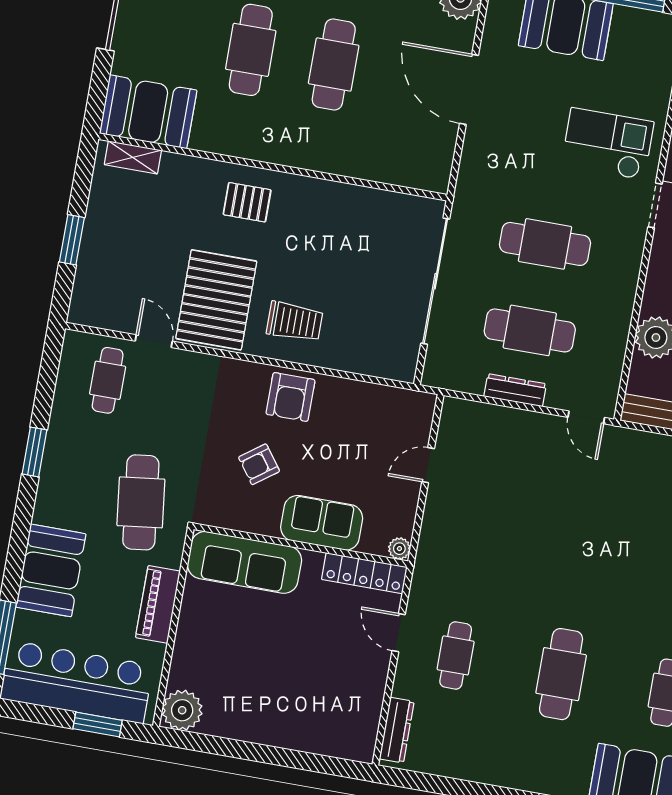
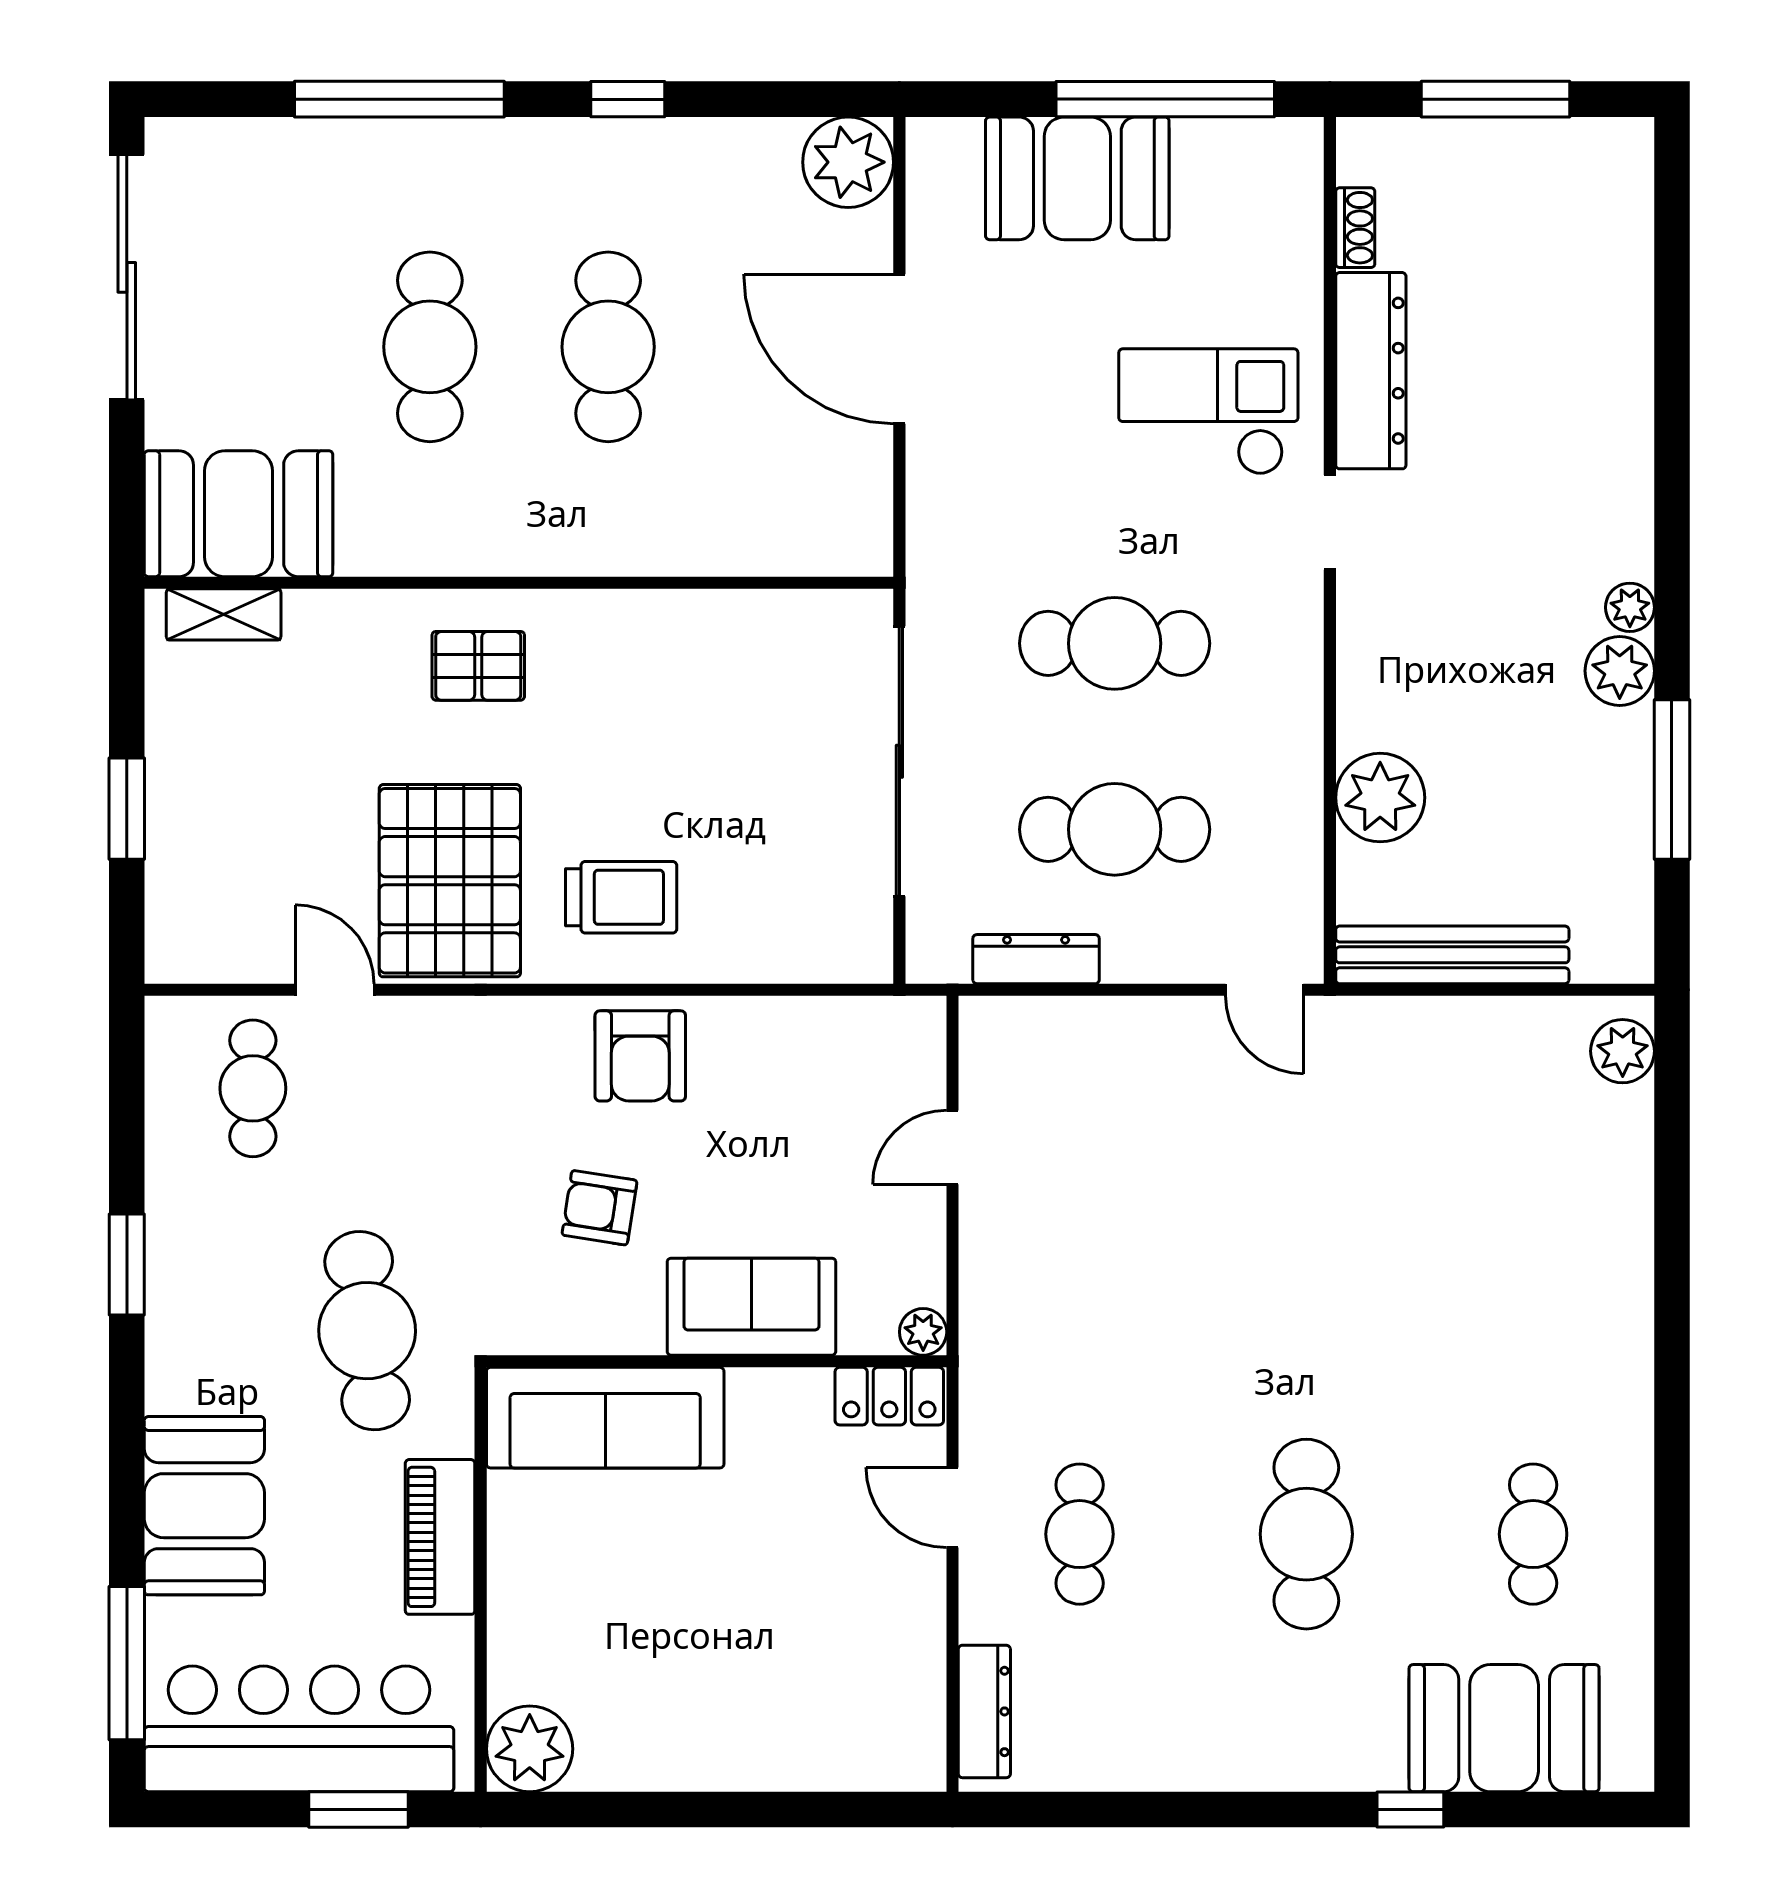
dresser: (515, 390) -> (1036, 959), moved
armchair: (259, 464) -> (599, 1208), turned 45
locker: (364, 573) -> (889, 1396), width x0.66

